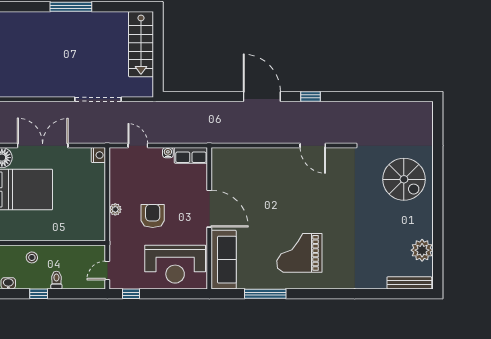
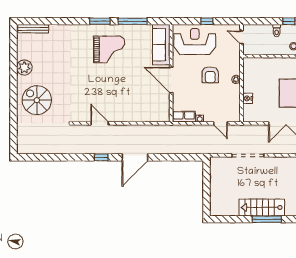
stairs: (141, 44) -> (262, 207), moved, turned -90
door: (262, 96) -> (135, 157), hinge flipped
nightstand: (98, 155) -> (248, 98), moved
plant: (422, 250) -> (24, 68), moved
door: (107, 270) -> (242, 37), swing flipped
window: (131, 294) -> (207, 21), moved
window: (312, 294) -> (100, 21), added

